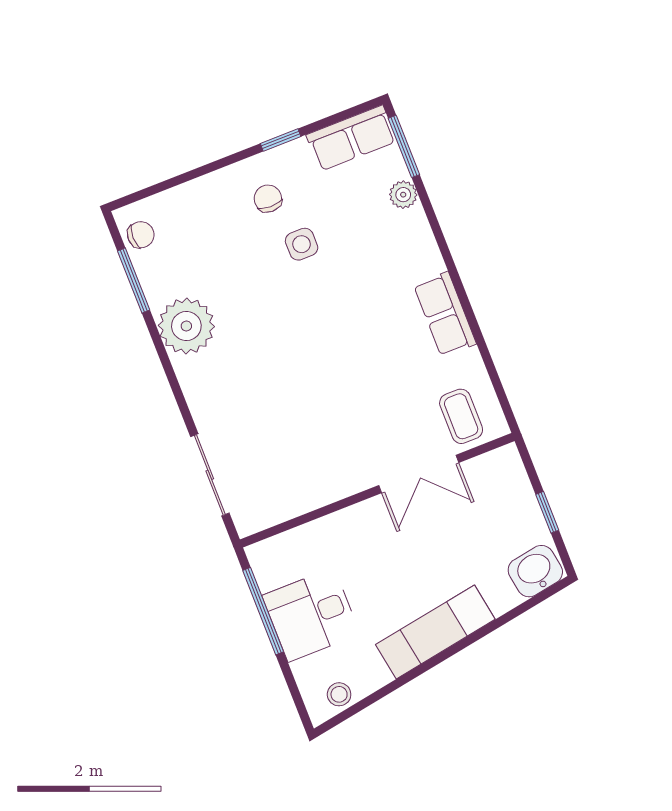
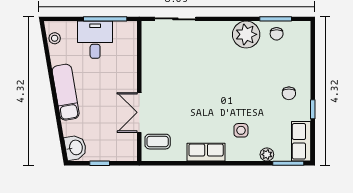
chair: (268, 199) -> (289, 93), turned 89
chair: (141, 235) -> (277, 34), moved
side table: (302, 244) -> (241, 130), moved

